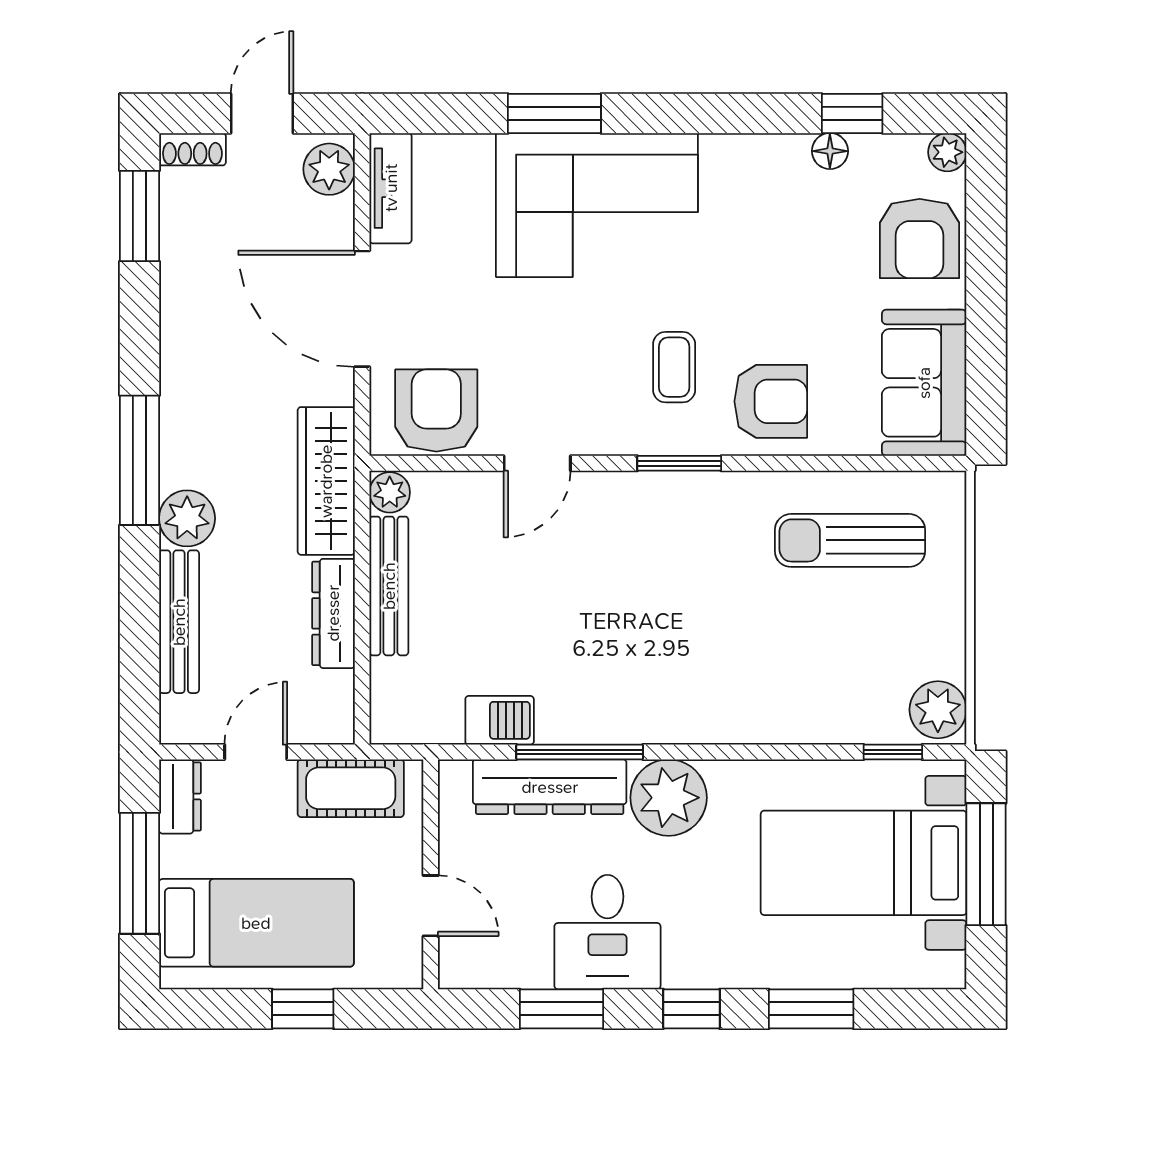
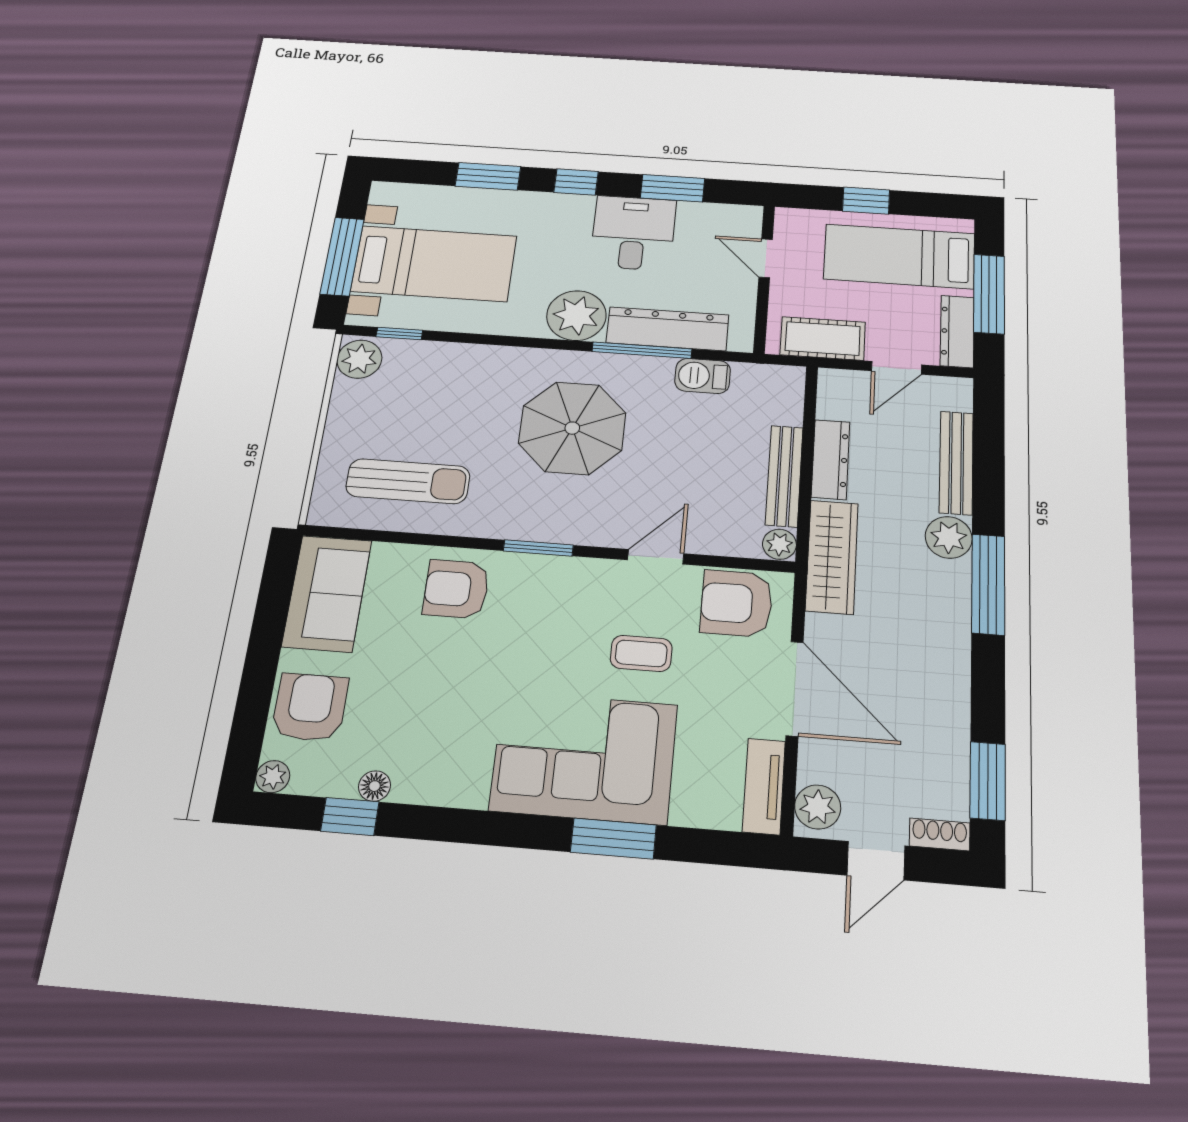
coffee table: (674, 367) -> (641, 653), moved, turned 90
armchair: (436, 410) -> (736, 603), turned 90
parasol: (656, 632) -> (572, 428), added
dresser: (180, 796) -> (957, 331), width x1.44

